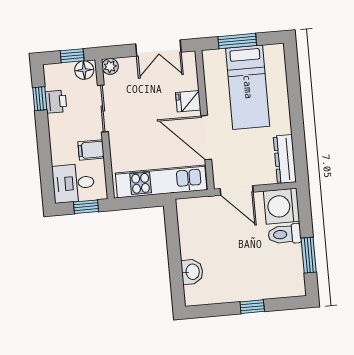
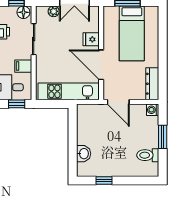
plant: (110, 66) -> (54, 11), moved
washing machine: (282, 206) -> (153, 110), width x0.53, depth x0.53
toilet: (285, 234) -> (148, 155), moved
window: (309, 255) -> (163, 137), moved
window: (252, 307) -> (104, 180), moved

